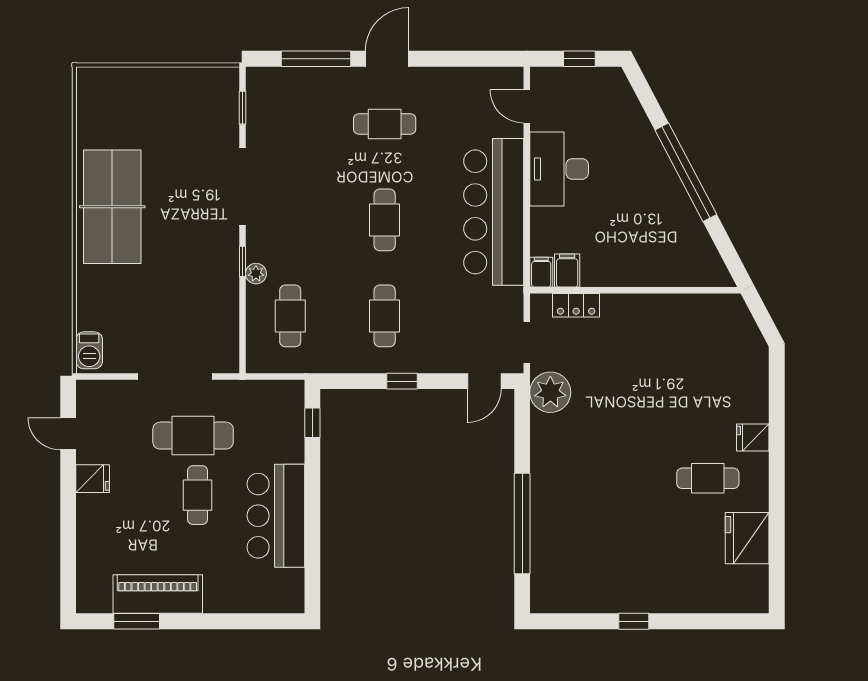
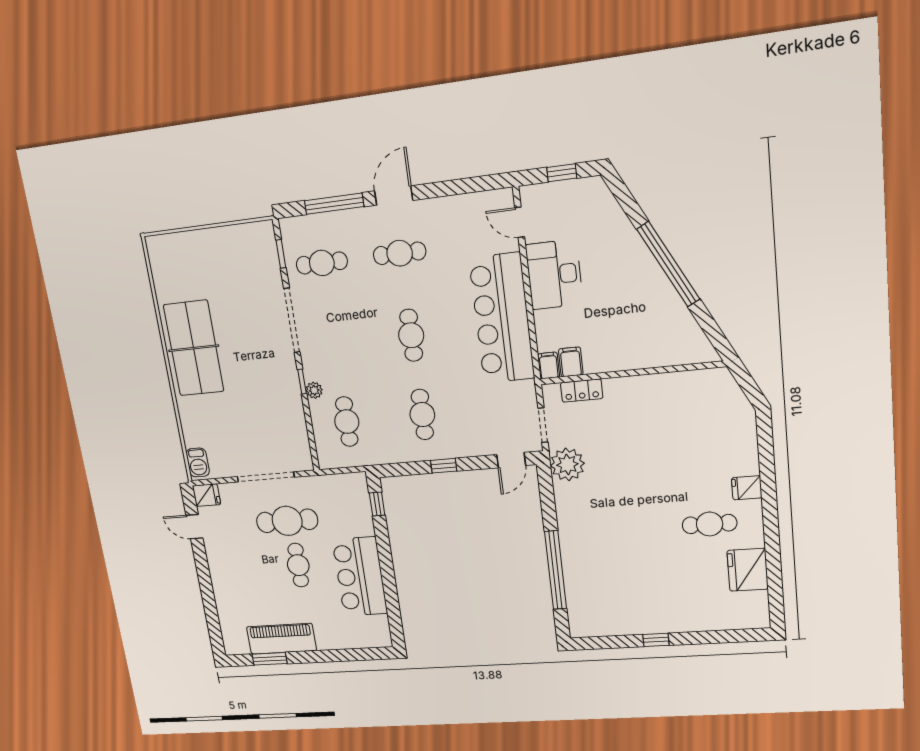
cafe table: (290, 124) -> (322, 263), added
fridge: (93, 479) -> (207, 495), moved

